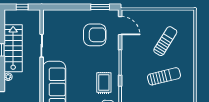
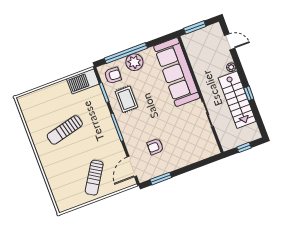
door: (120, 26) -> (132, 167), hinge flipped
armchair: (95, 35) -> (155, 147), width x0.53, depth x0.53
sun lounger: (165, 41) -> (94, 178), moved

